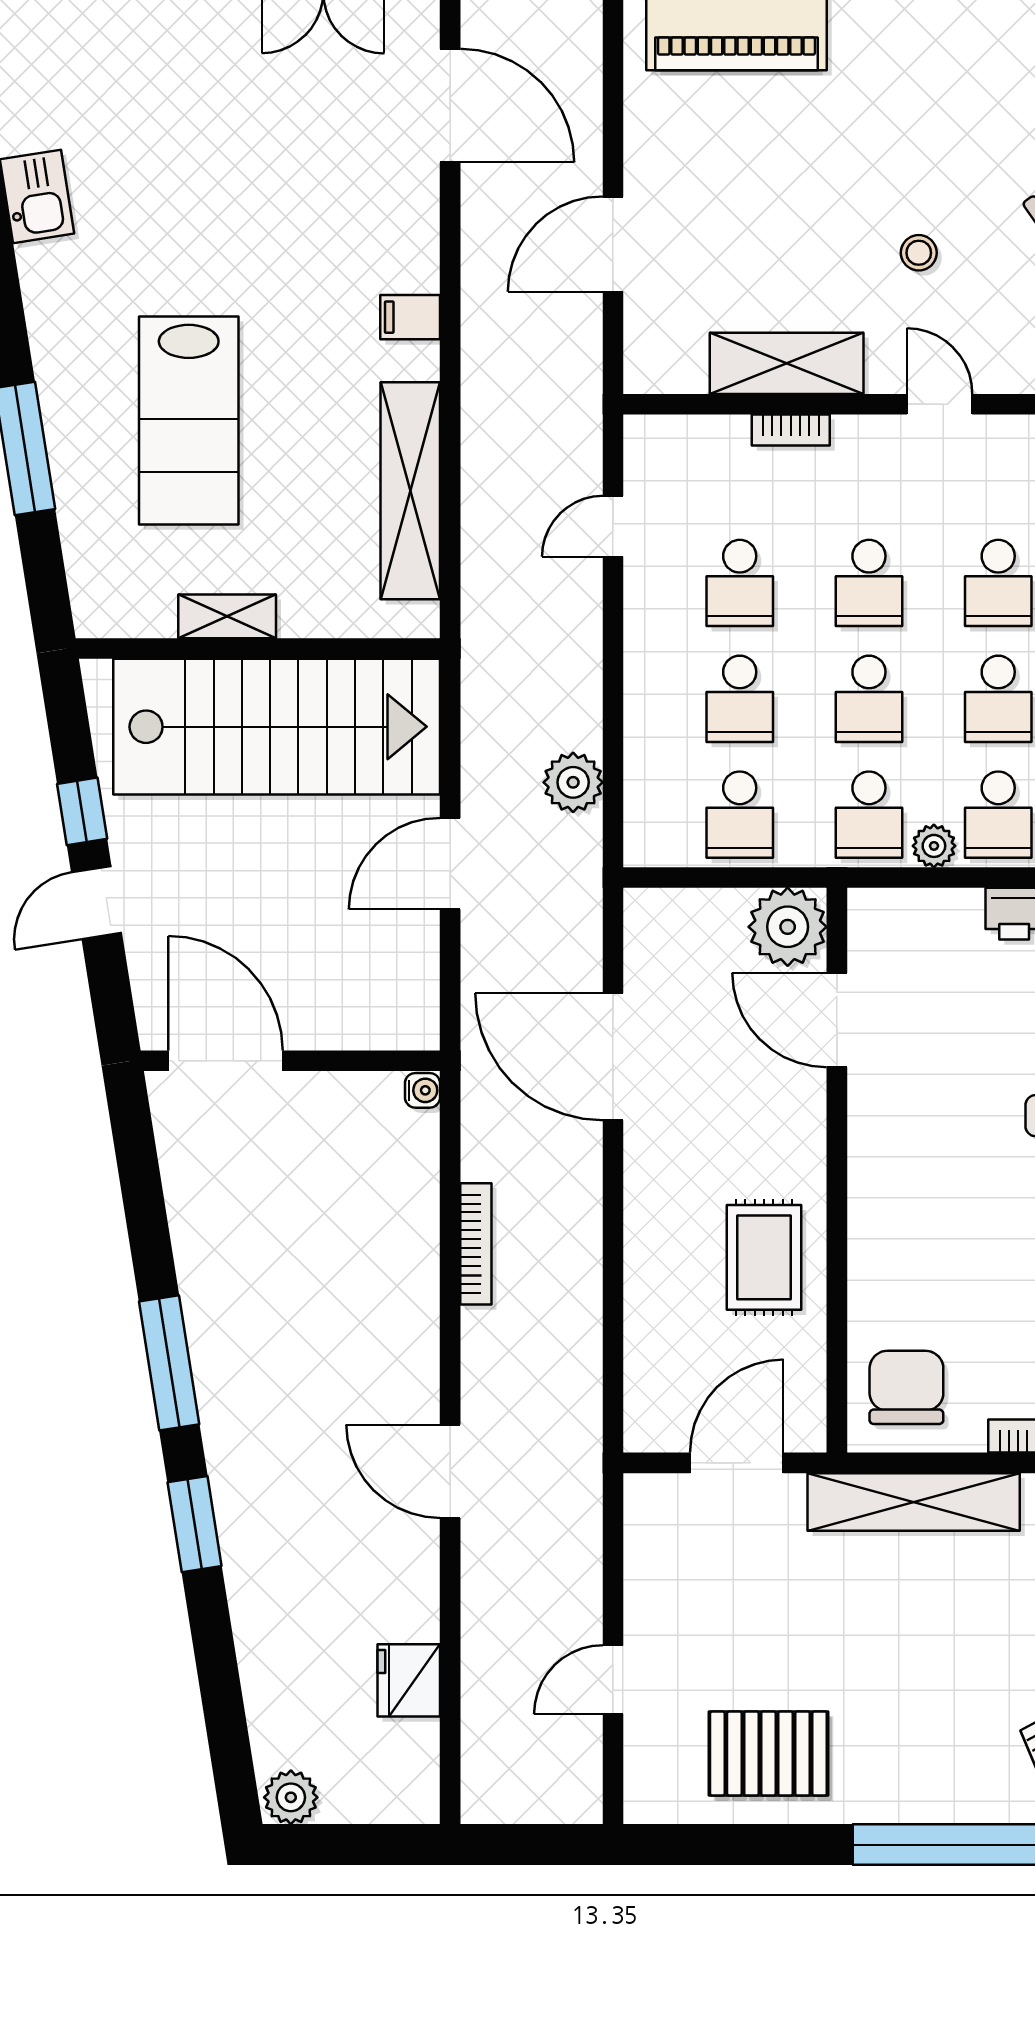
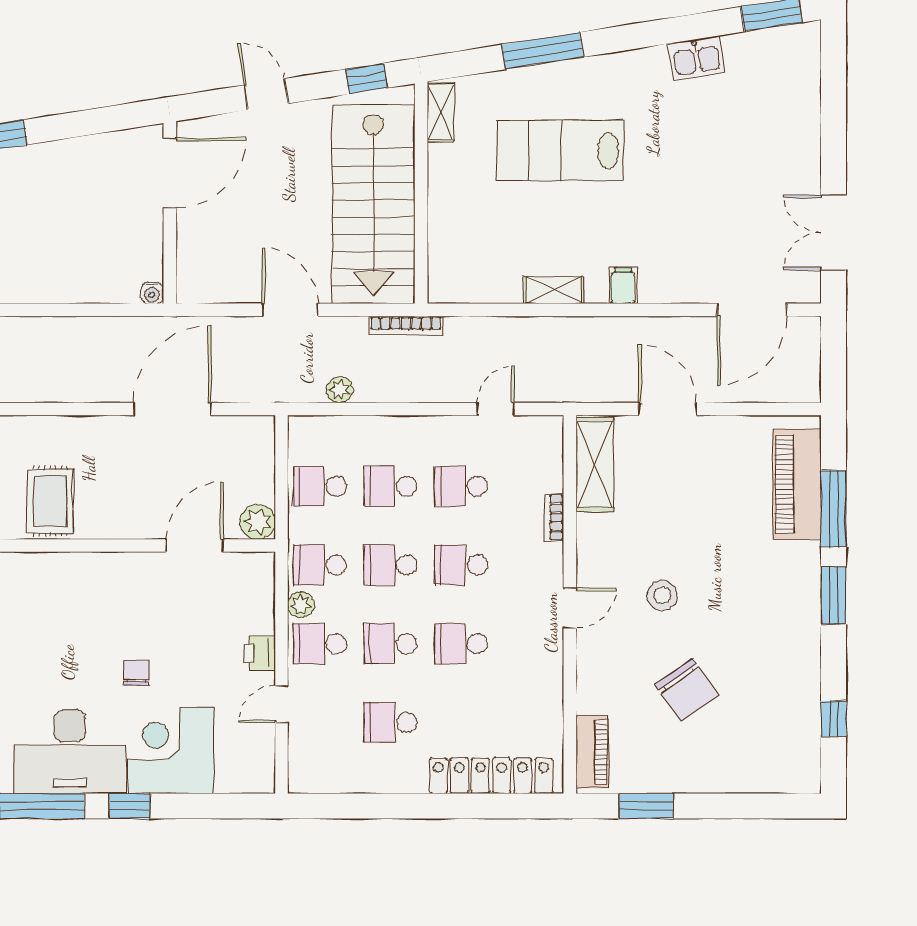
stool: (919, 253) -> (662, 595), width x1.37, depth x1.37
shelving: (787, 363) -> (595, 465), moved
shelving: (410, 491) -> (553, 290), width x0.45, depth x0.75
door: (613, 526) -> (496, 409), hinge flipped
shelving: (227, 616) -> (441, 112), moved
plant: (573, 782) -> (340, 390), width x0.73, depth x0.73
window: (82, 811) -> (366, 79), moved
plant: (788, 927) -> (258, 522), width x0.73, depth x0.73
bookcase: (476, 1244) -> (406, 325), moved
rug: (764, 1257) -> (50, 501), turned 90

